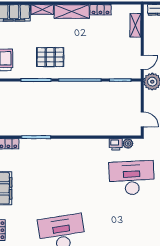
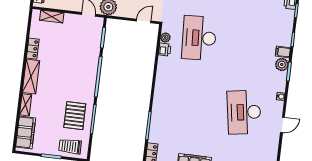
pallet: (50, 57) -> (75, 116), moved

